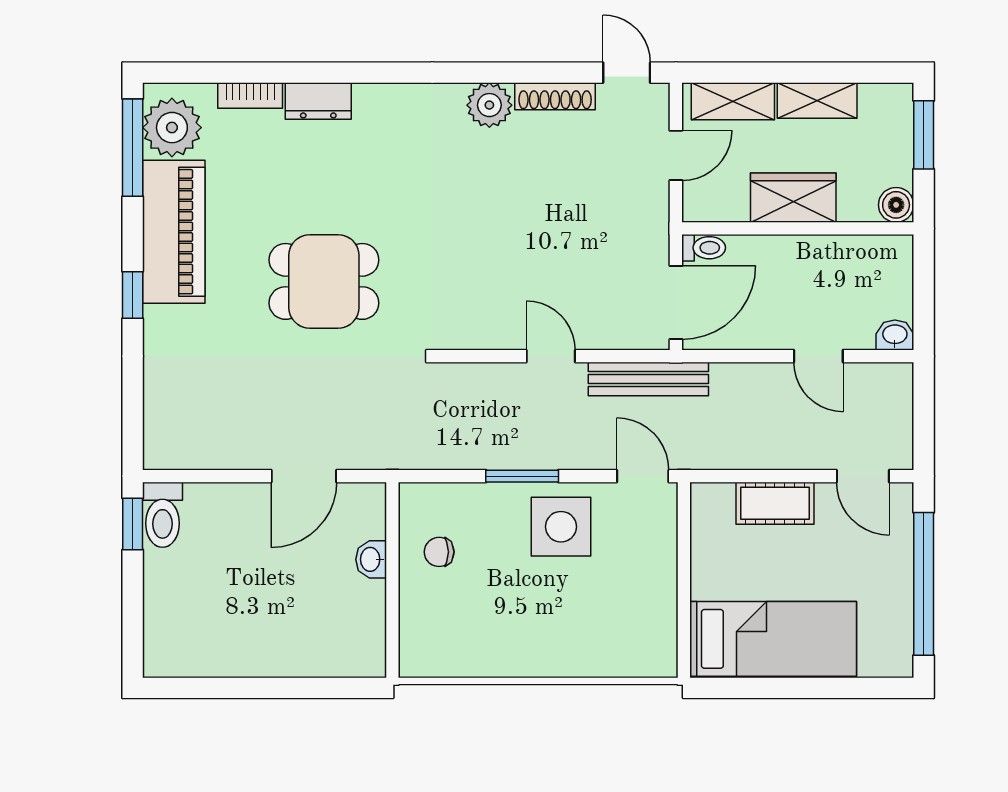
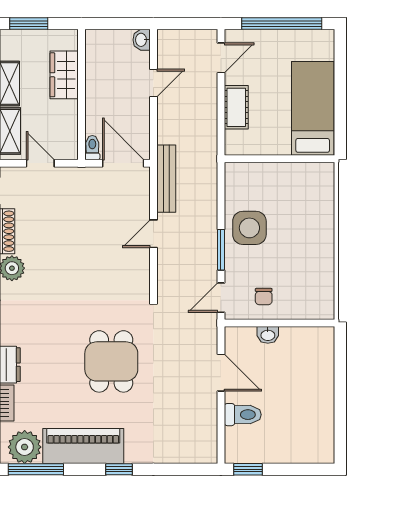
wardrobe: (793, 198) -> (64, 75), moved
boiler: (896, 205) -> (68, 39), removed
door: (643, 476) -> (221, 298), moved
toilet: (163, 515) -> (243, 415), moved

